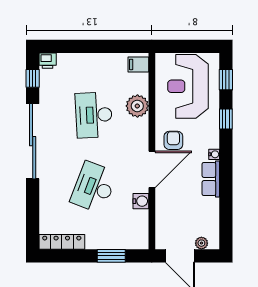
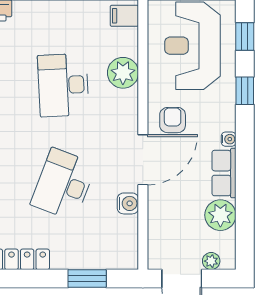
plant: (208, 210) -> (220, 215), added

